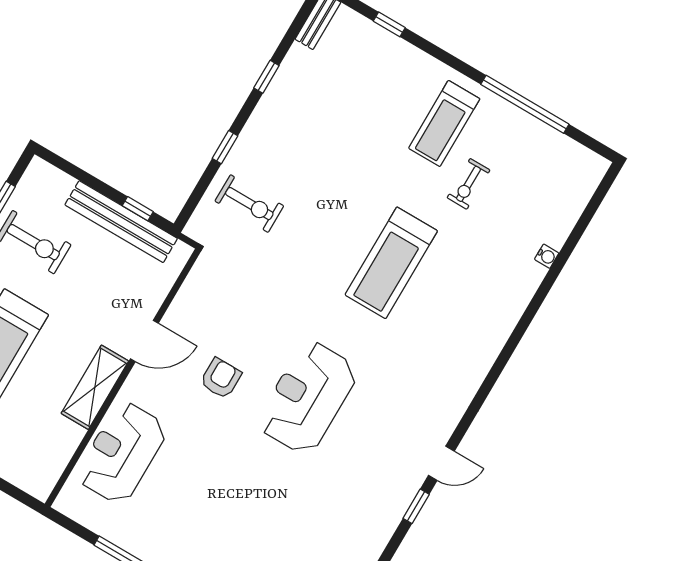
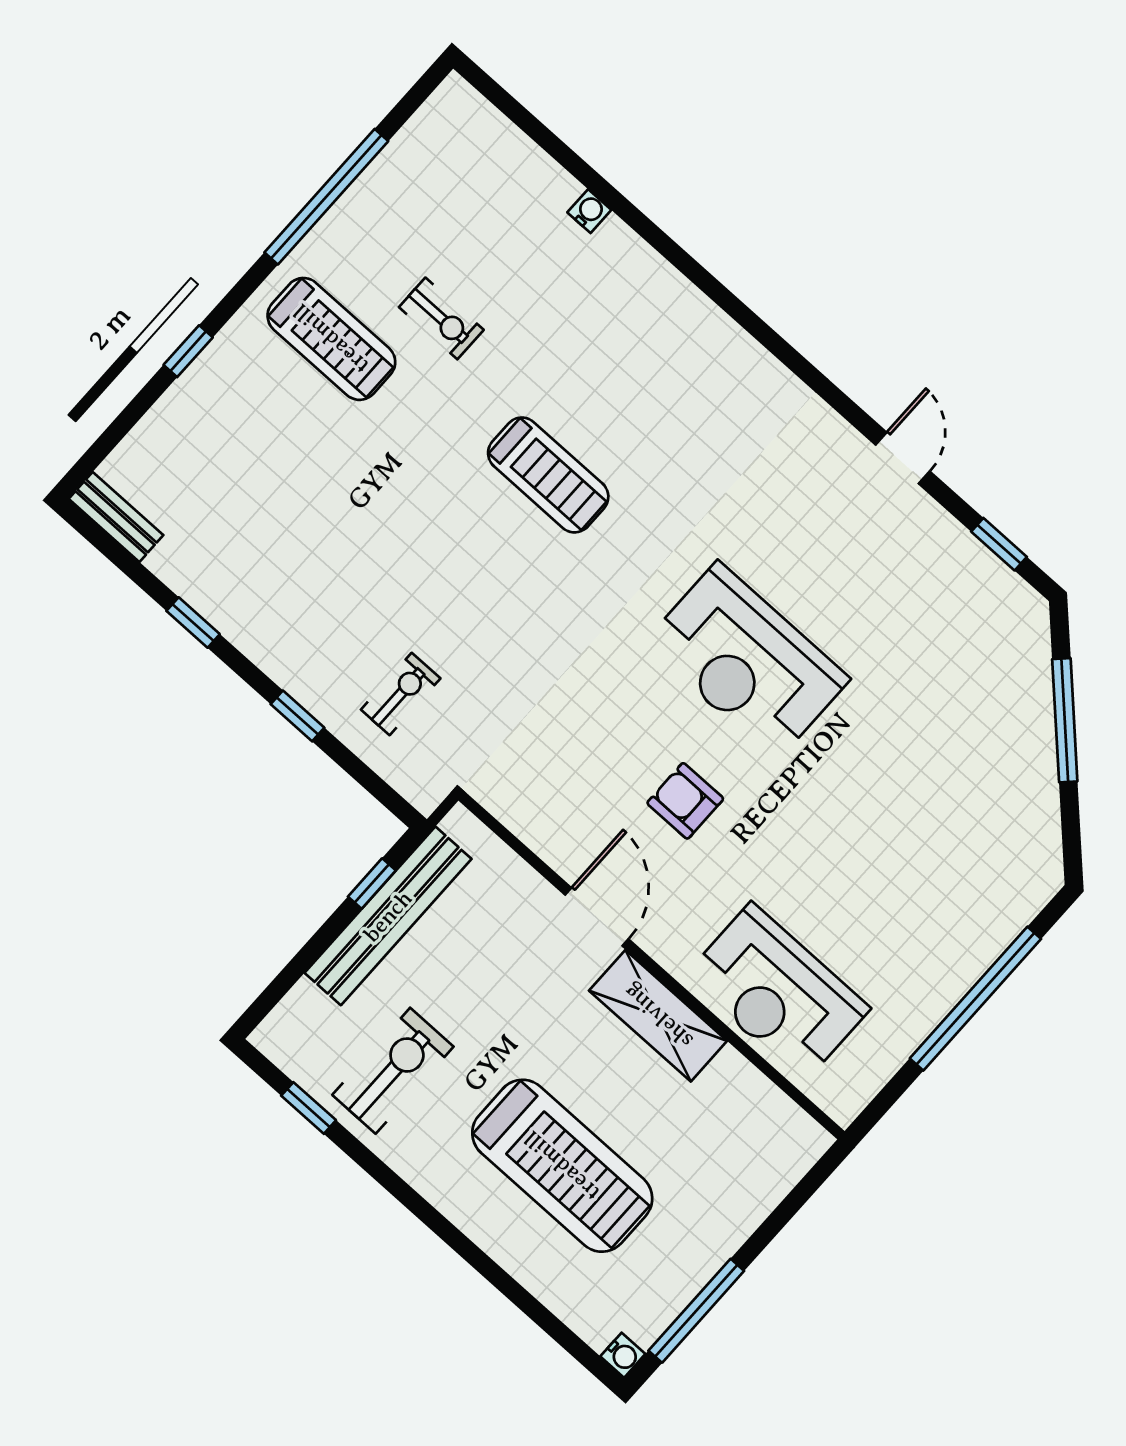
window: (389, 24) -> (188, 351), moved
exercise bike: (249, 204) -> (401, 694), width x0.73, depth x0.72
treadmill: (391, 263) -> (548, 475), width x0.73, depth x0.73
window: (416, 506) -> (999, 544), moved

